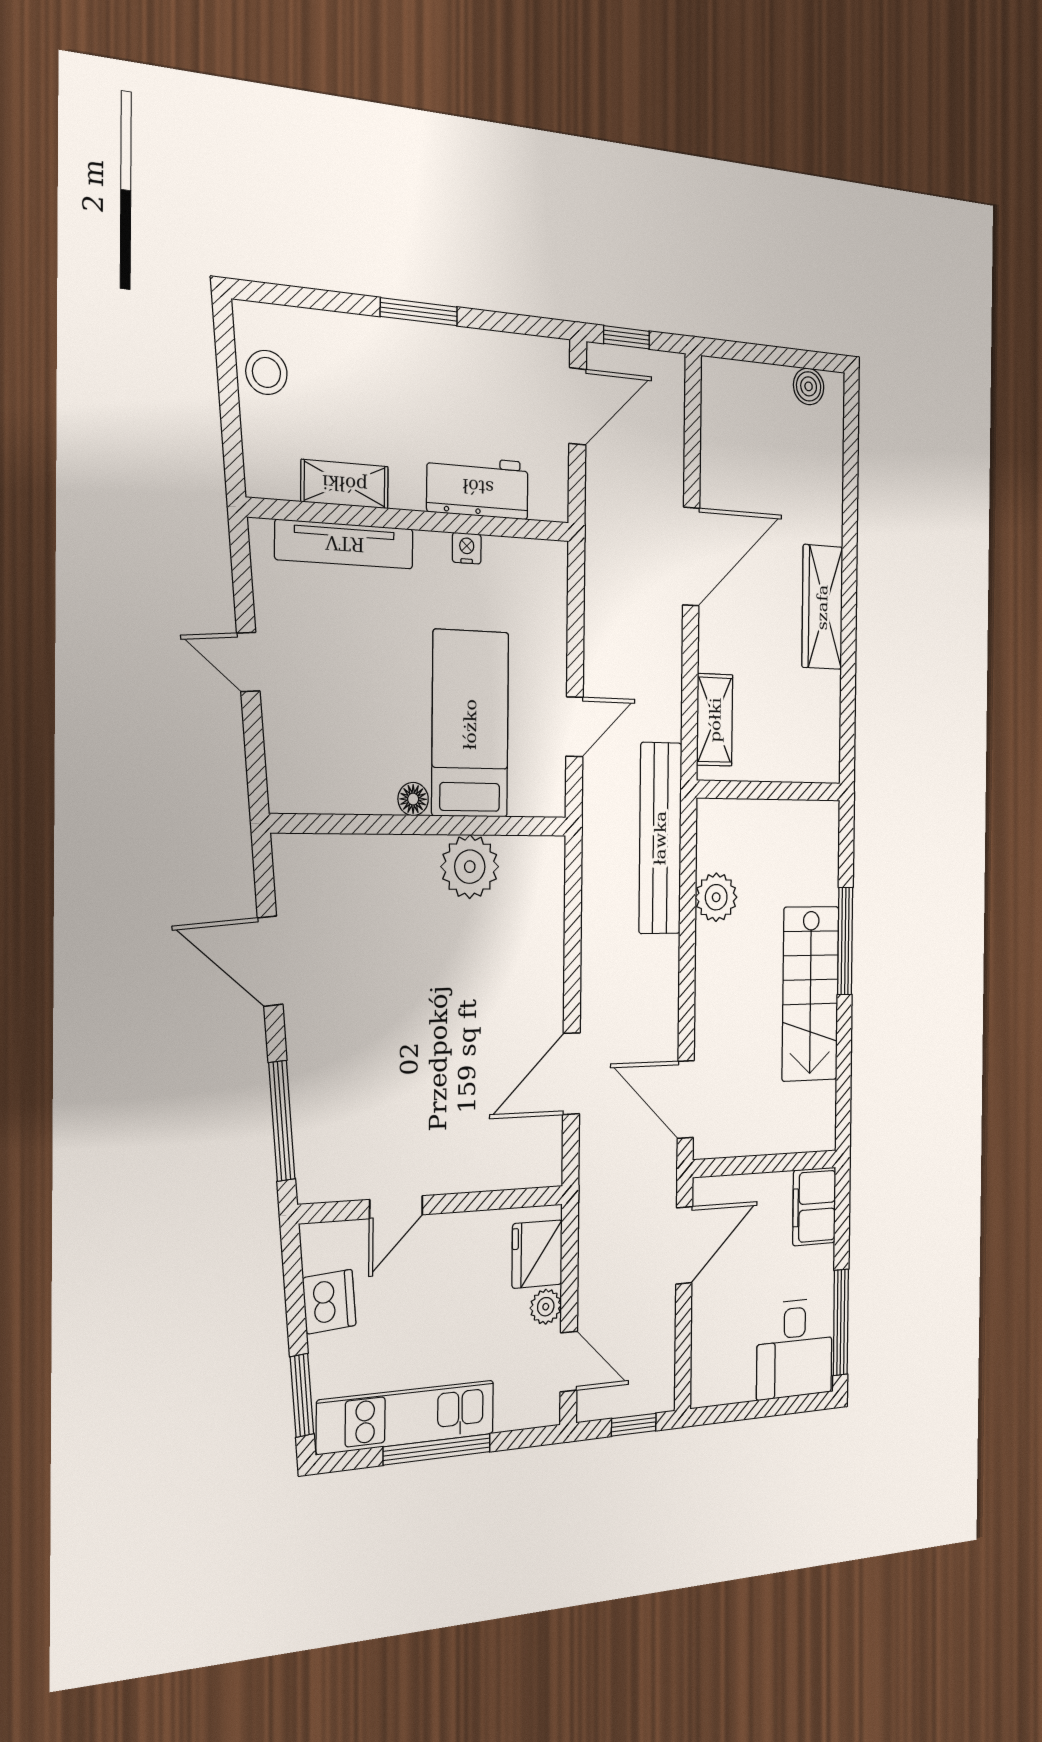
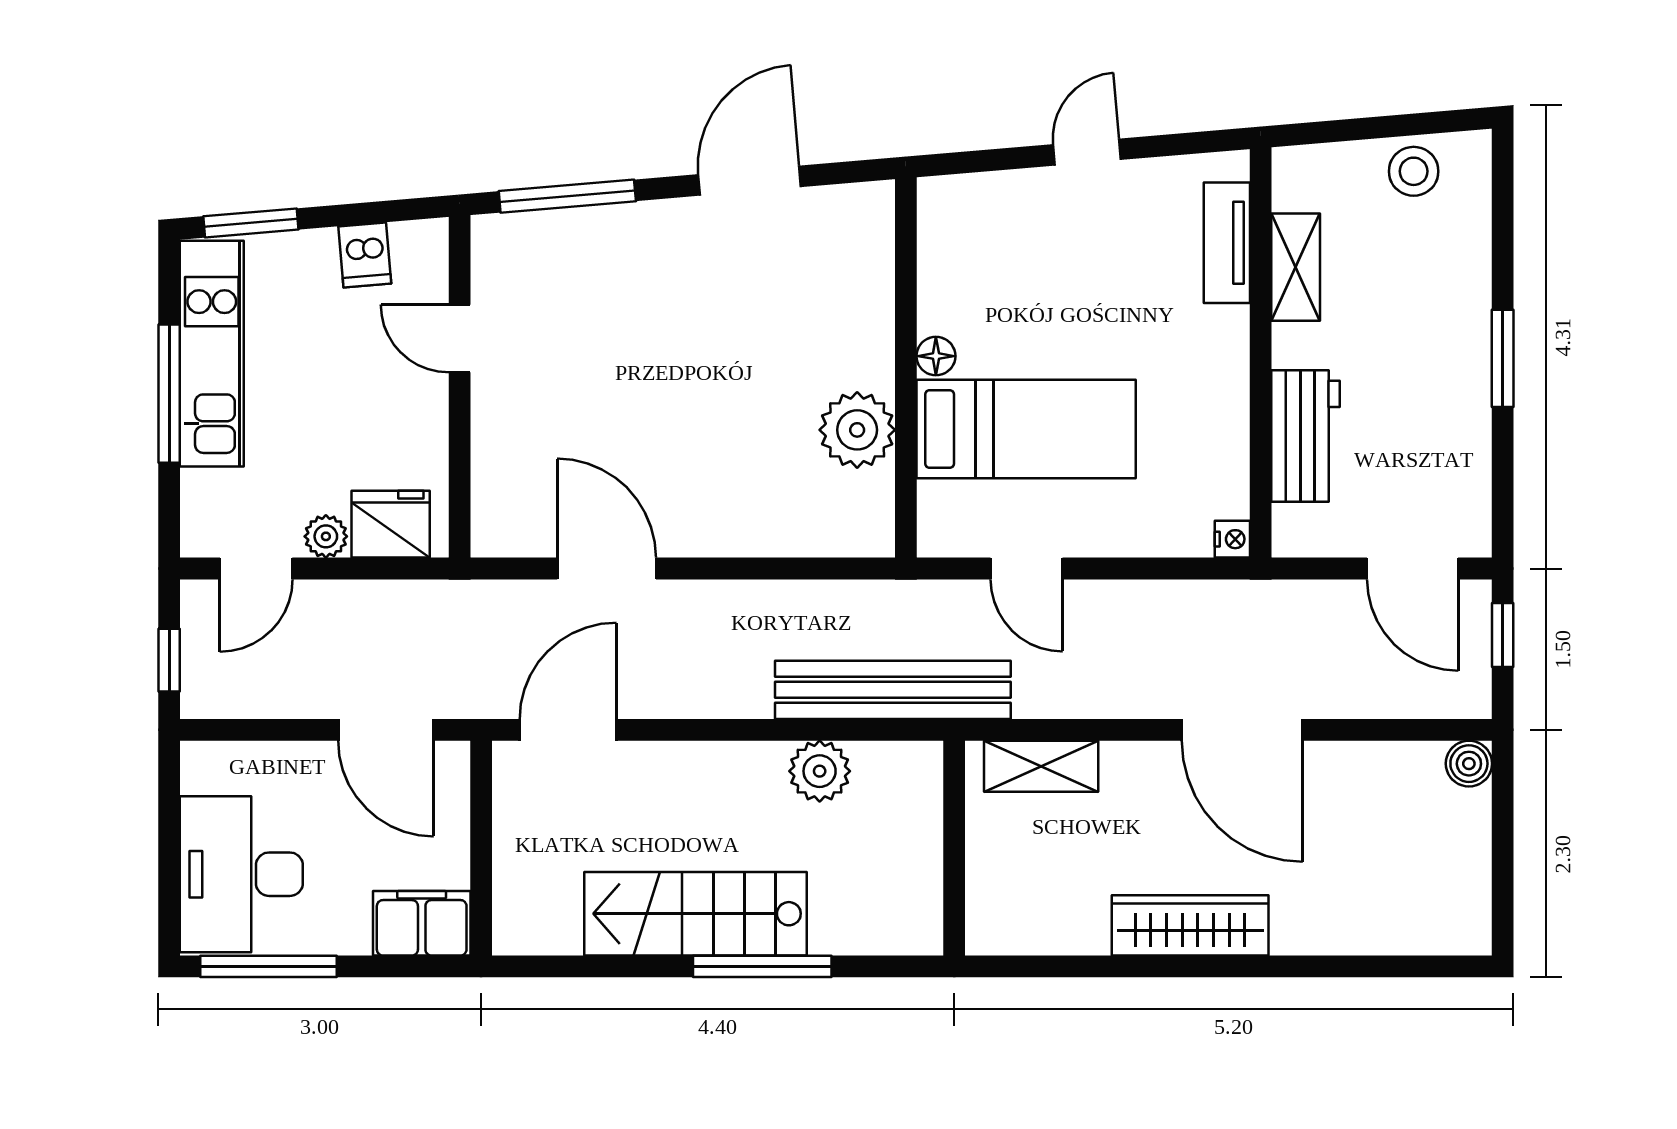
boiler: (809, 386) -> (1469, 764), moved
tv unit: (345, 544) -> (1227, 243), width x0.71
nightstand: (467, 548) -> (1232, 539), moved
dishwasher: (329, 1302) -> (365, 255), width x0.73
desk: (795, 1348) -> (241, 874), width x1.37

